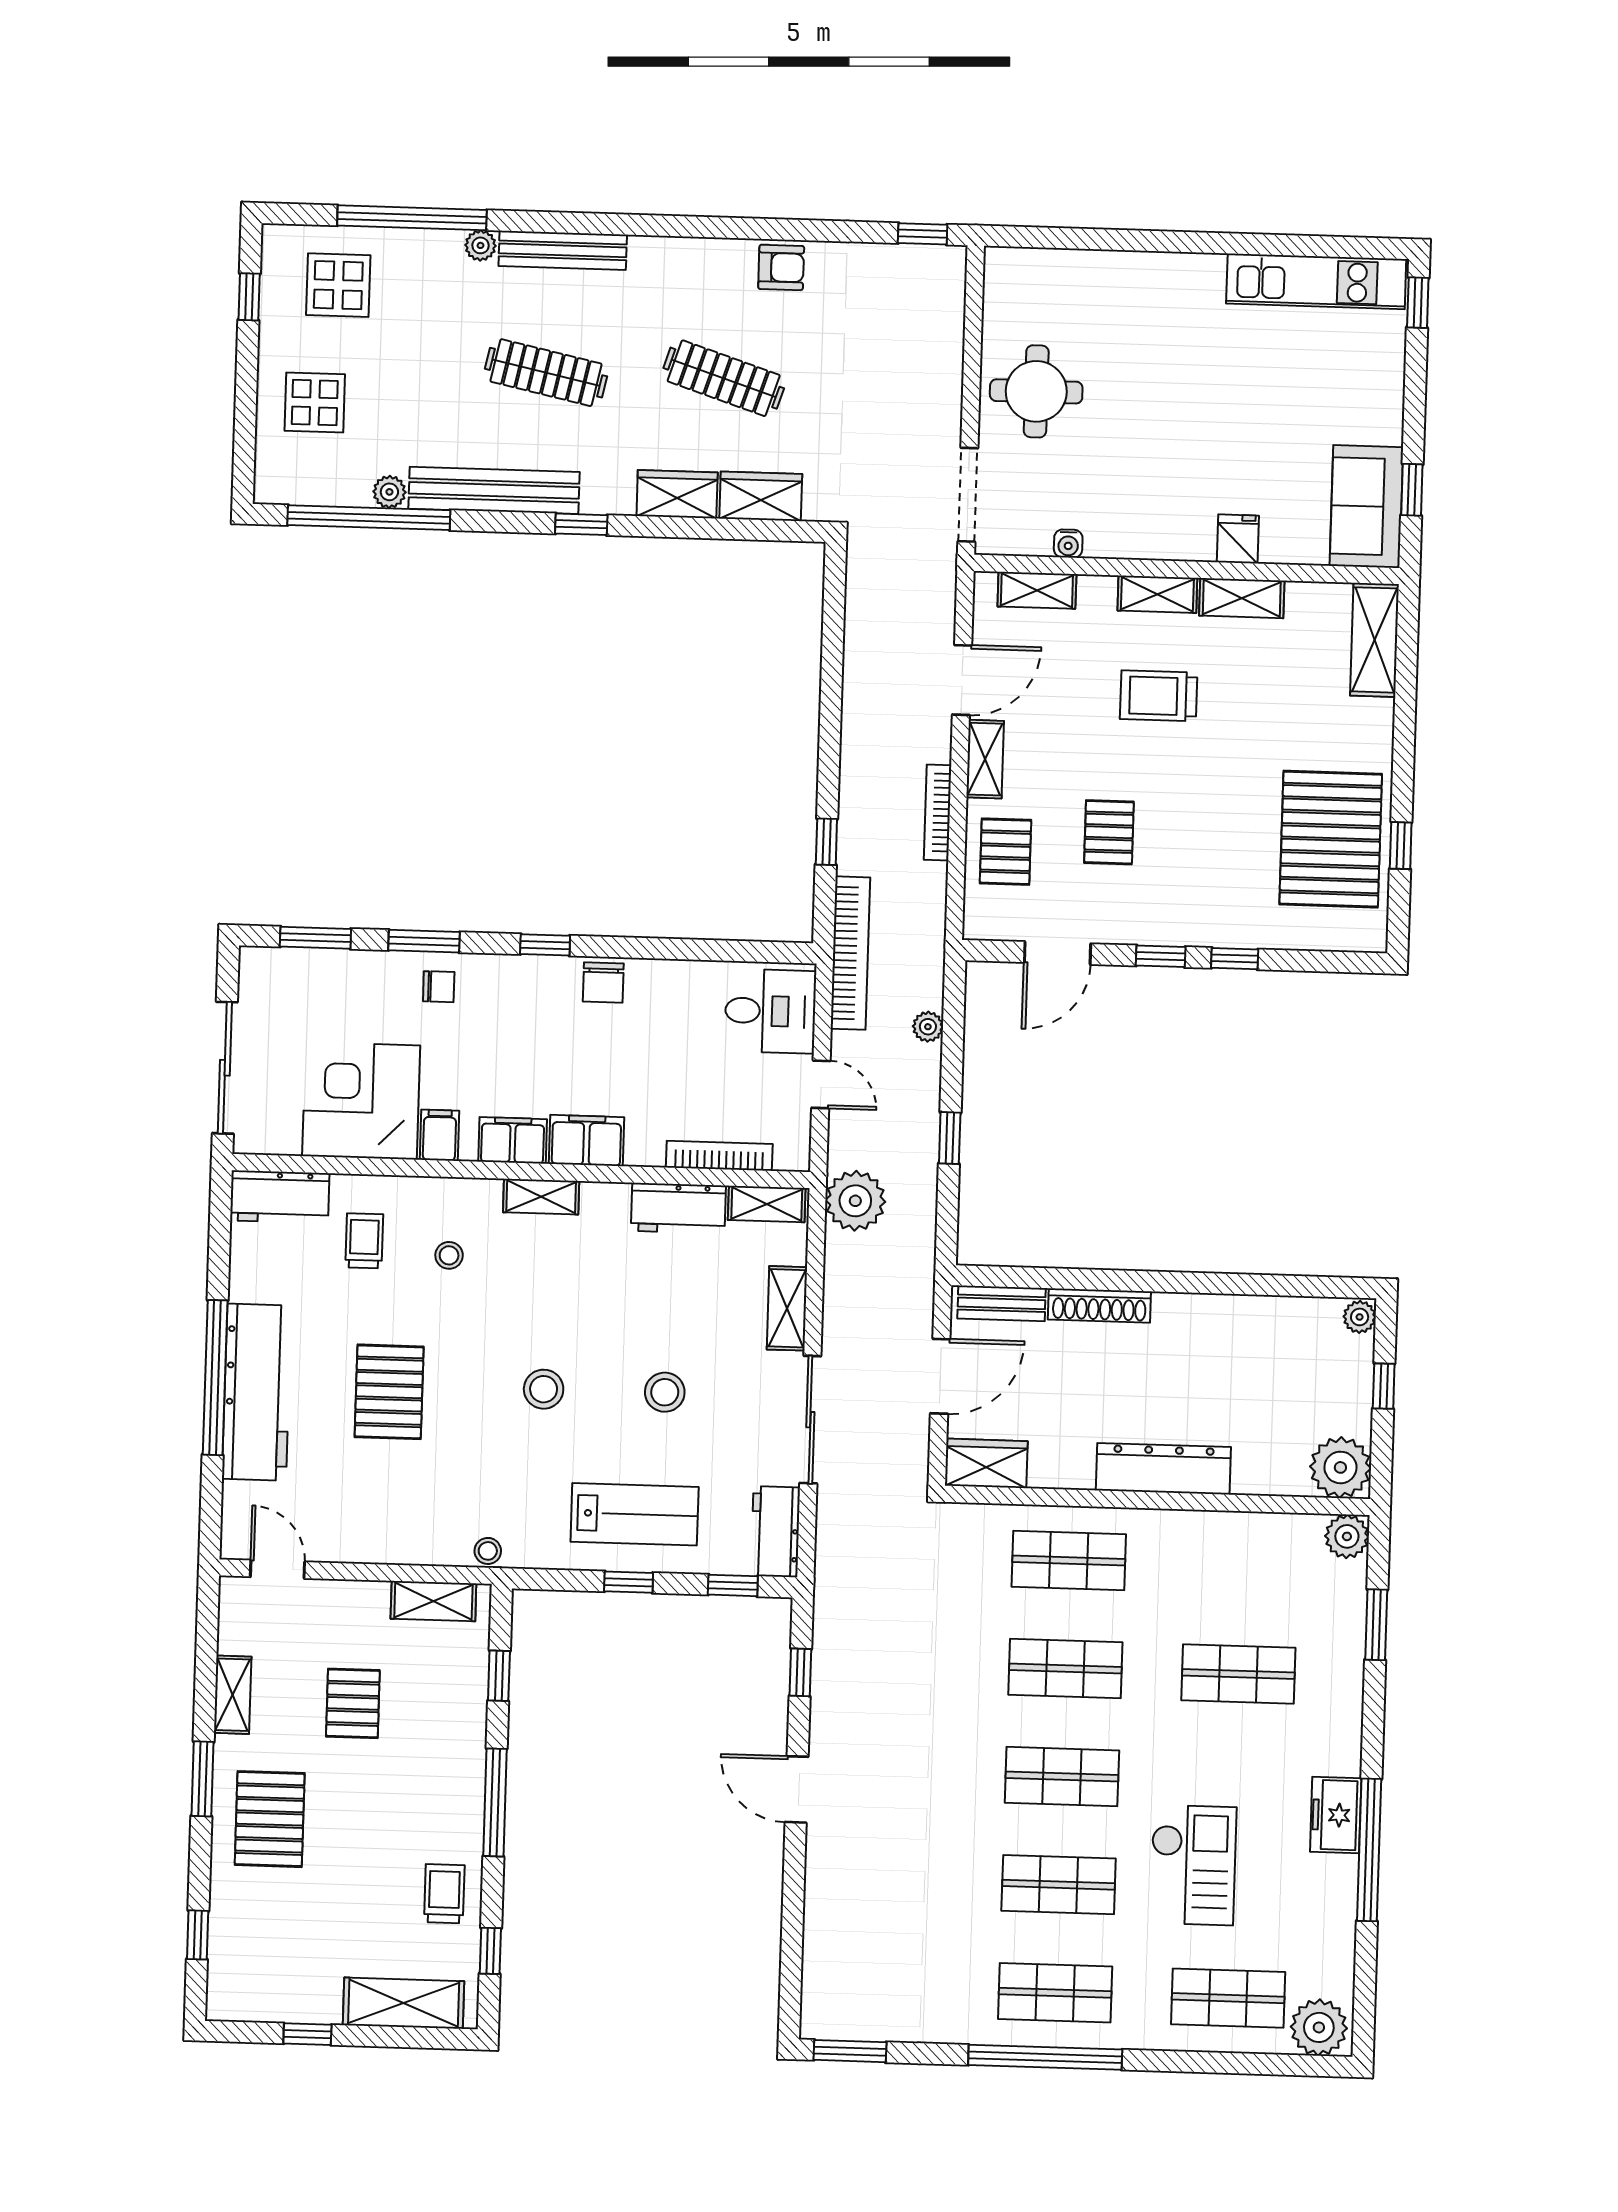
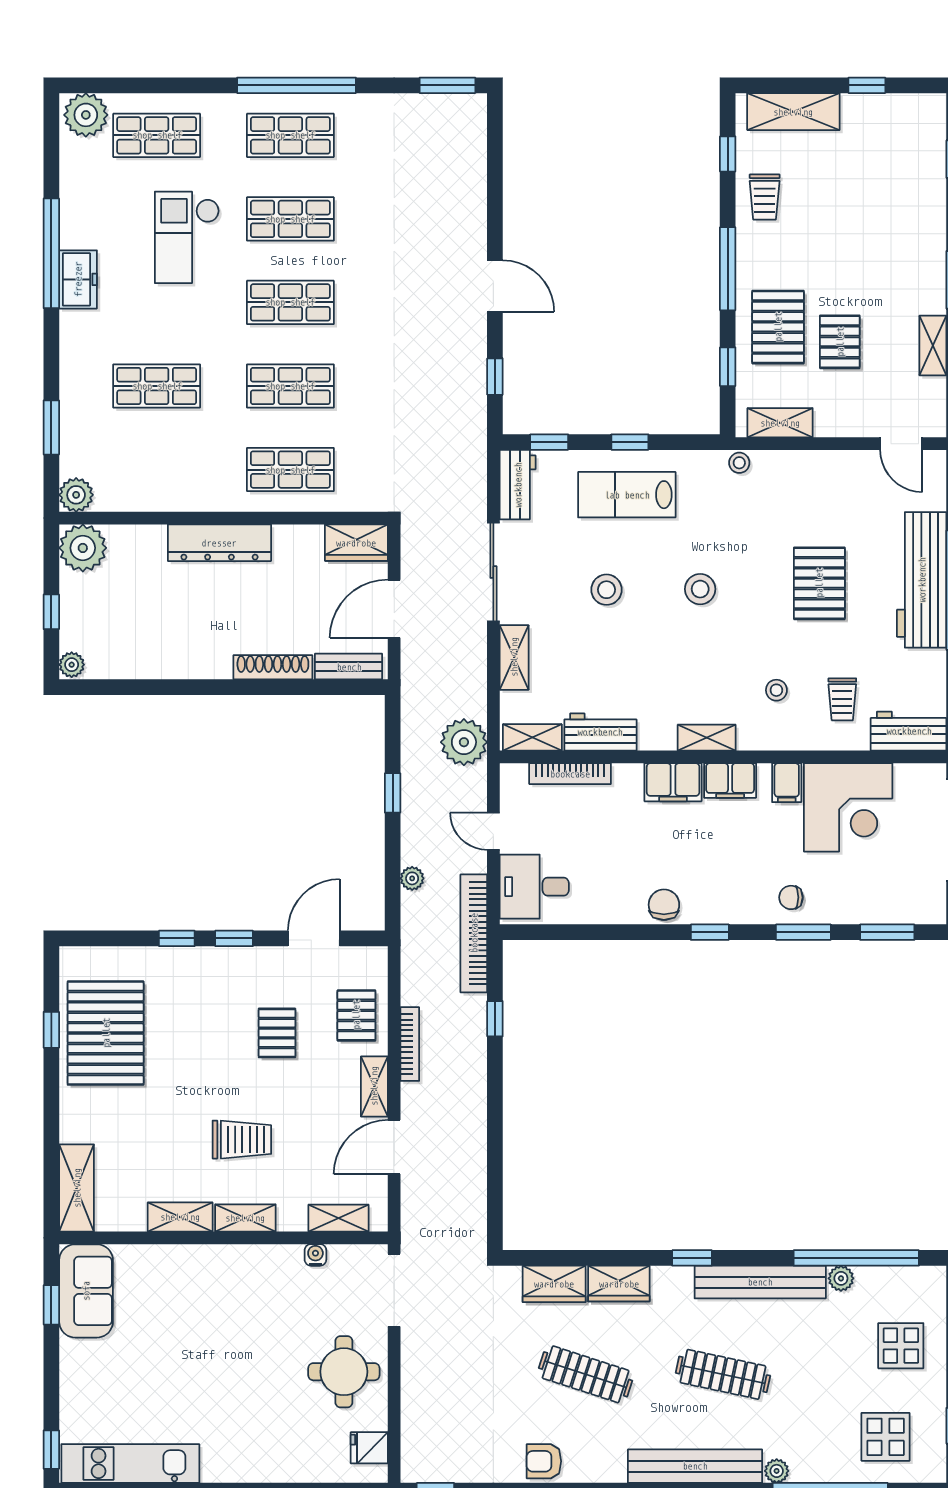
bench: (563, 250) -> (695, 1466), width x1.37, depth x1.21
fridge: (1238, 539) -> (369, 1448), moved, turned 90
pallet: (270, 1819) -> (778, 327), moved

